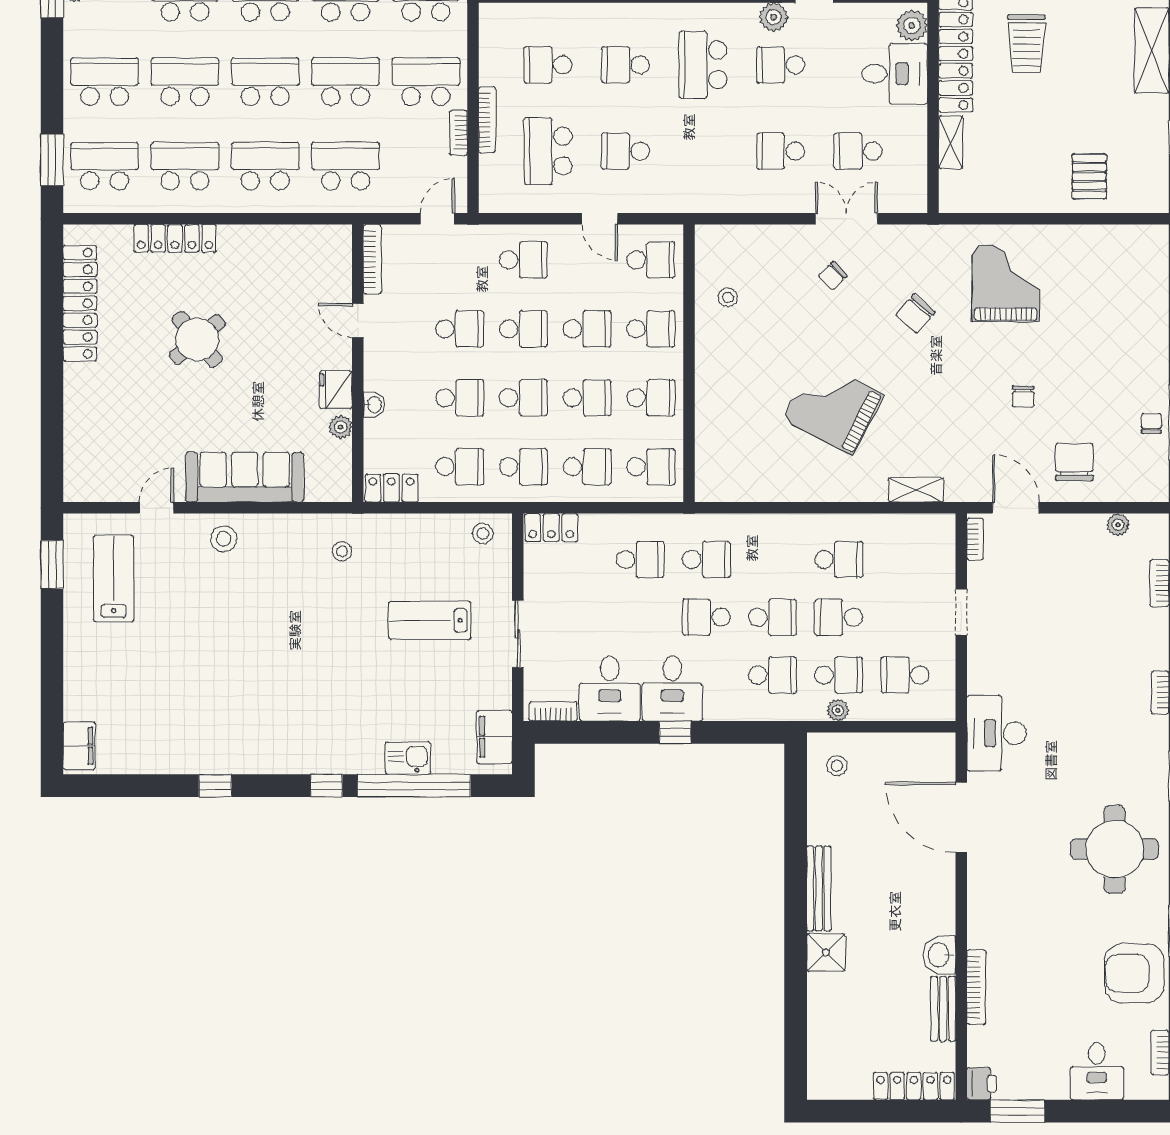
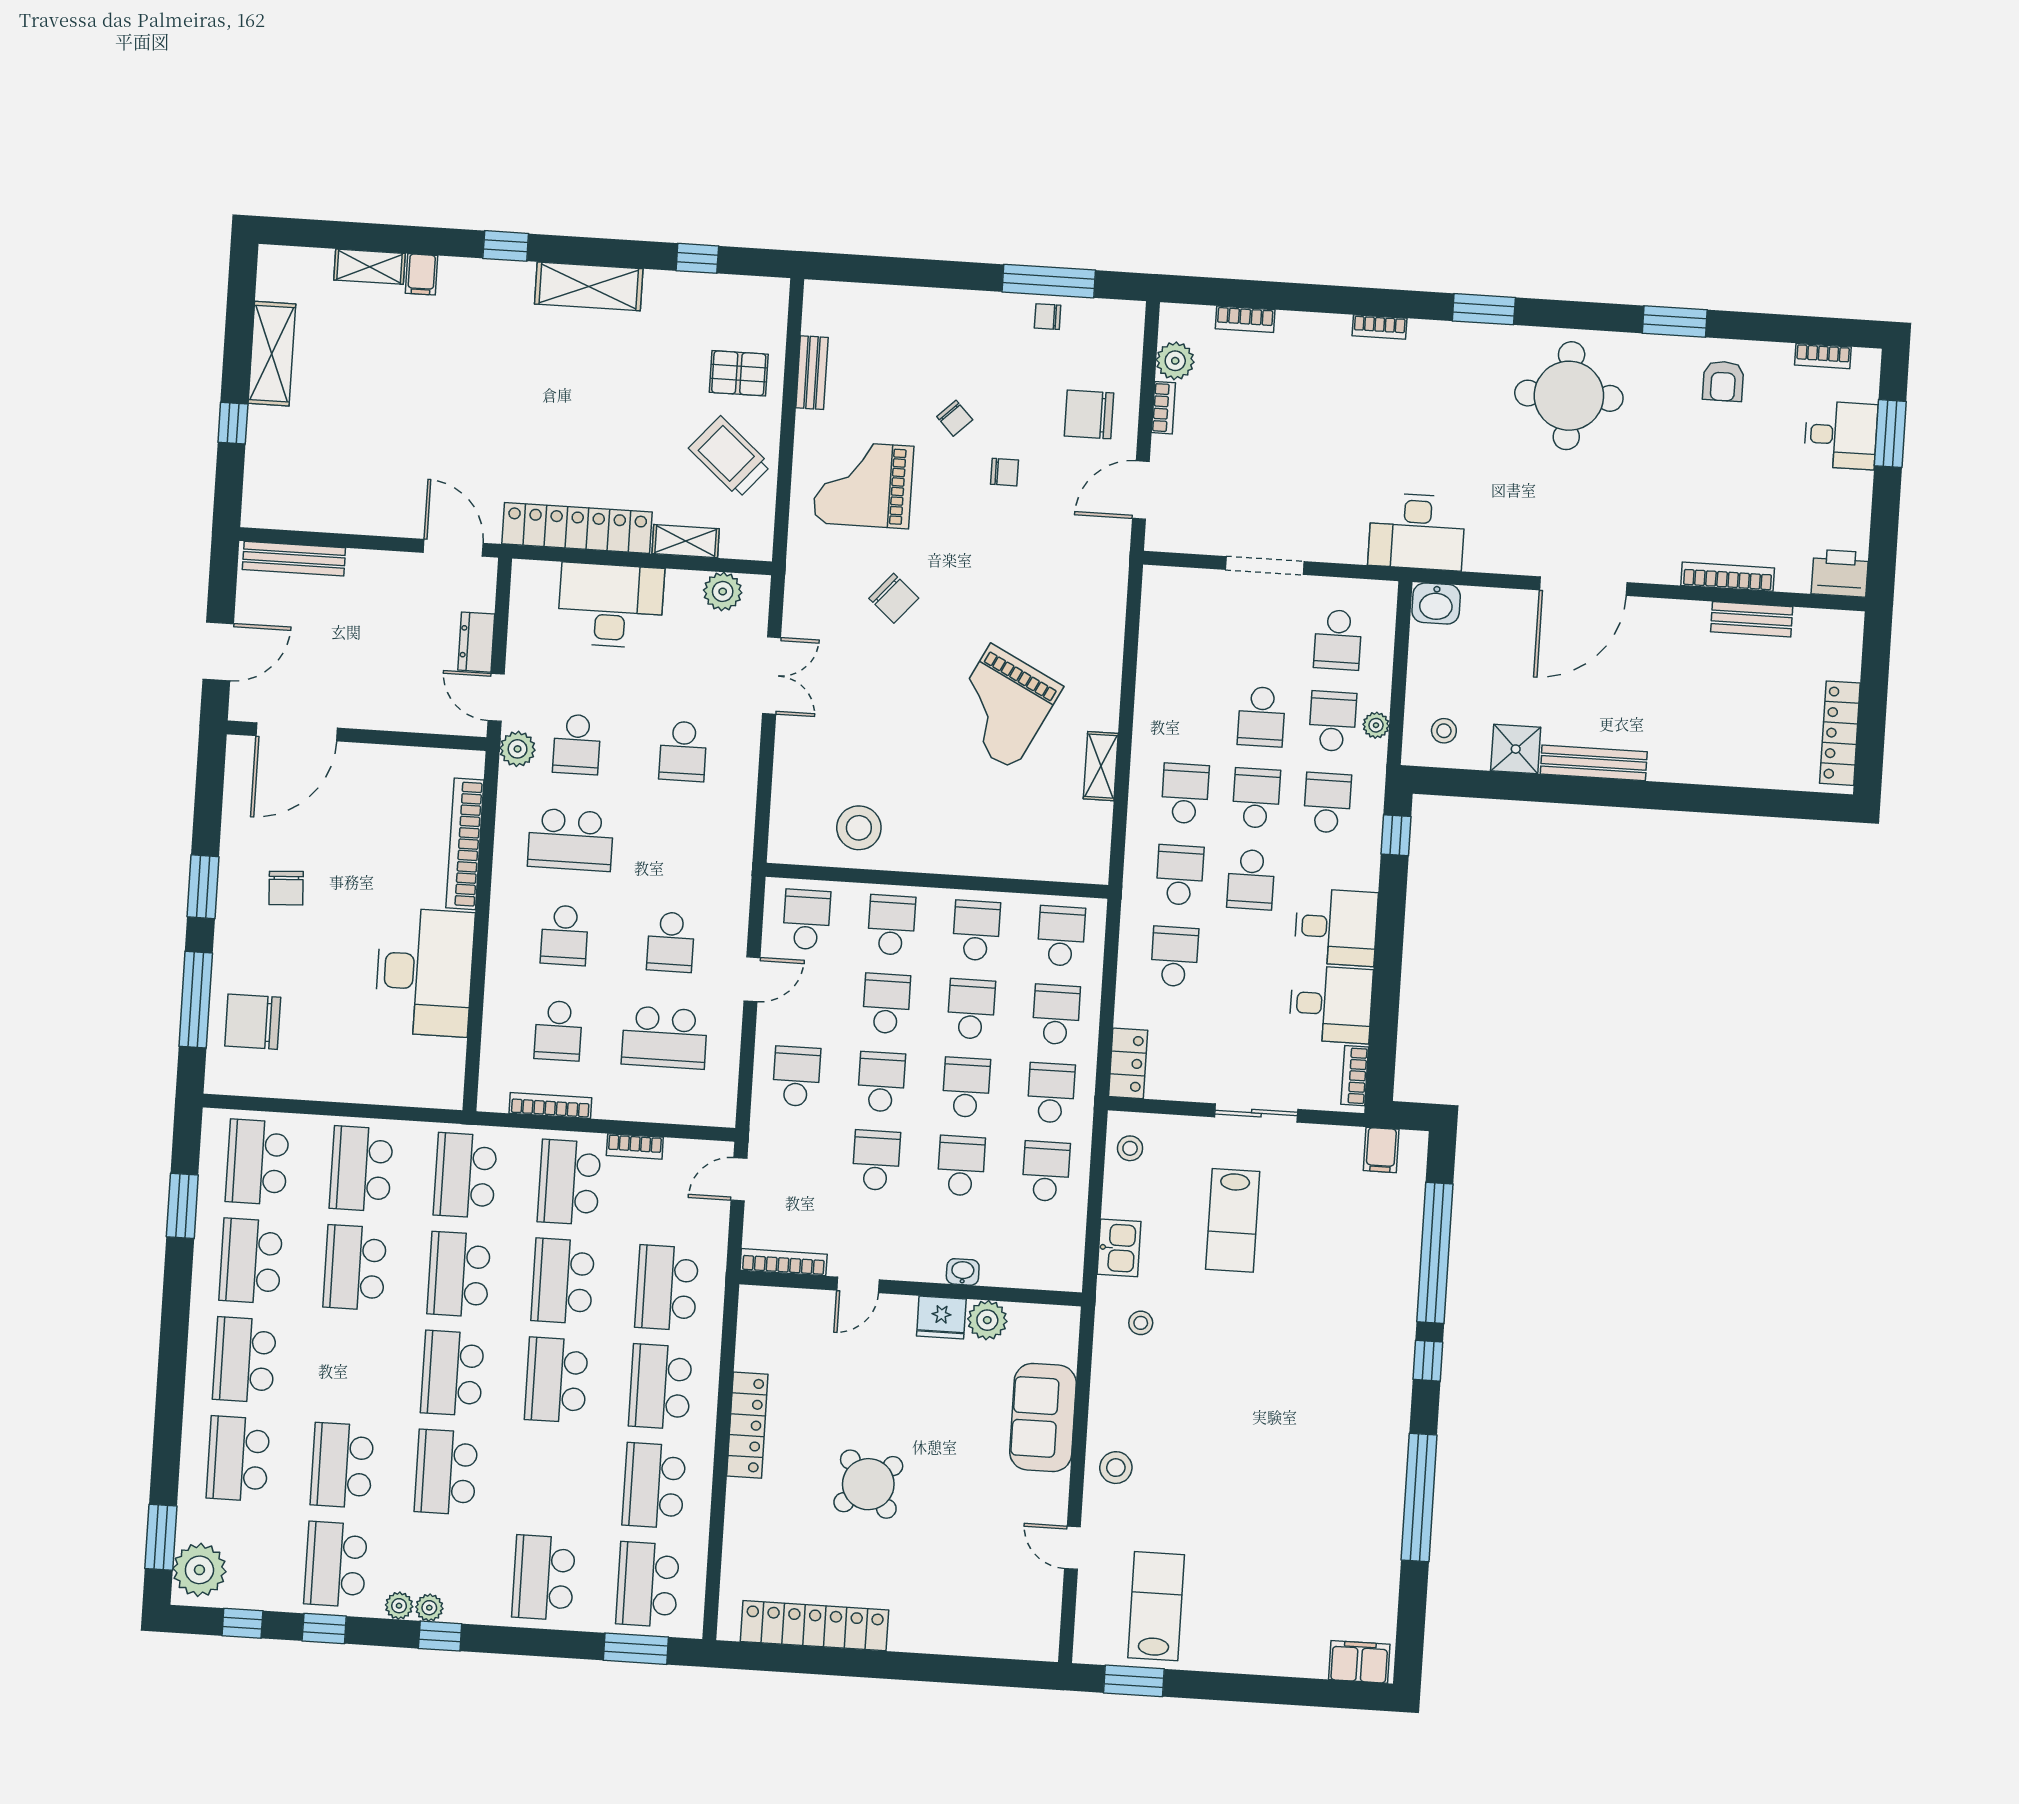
plant: (912, 25) -> (723, 591), moved
trolley: (1027, 44) -> (730, 457), moved, turned -139
desk: (895, 74) -> (611, 605), width x1.37
school desk: (185, 82) -> (550, 1479), removed
bookcase: (487, 120) -> (550, 1105), moved
school desk: (858, 151) -> (689, 656), removed
door: (437, 219) -> (739, 1179), hinge flipped
double door: (846, 219) -> (772, 675), swing flipped
bench: (1094, 236) -> (812, 373), added
locker: (175, 238) -> (747, 1425), moved
chair: (833, 276) -> (955, 418), moved
stool: (728, 297) -> (859, 828), width x1.89, depth x1.89
plant: (341, 427) -> (987, 1320), width x1.38, depth x1.38
sofa: (245, 477) -> (1043, 1417), width x0.73
locker: (391, 488) -> (1067, 1257), removed
shelving: (916, 490) -> (1101, 766), moved
plant: (1118, 525) -> (1175, 361), width x1.38, depth x1.38
bookcase: (975, 539) -> (1163, 408), moved, turned 90
school desk: (839, 559) -> (1185, 794), moved
lab bench: (114, 579) -> (1156, 1606), turned 90
doorway: (961, 612) -> (1265, 566), width x1.38
window: (675, 732) -> (1396, 835), moved
filing cabinet: (494, 737) -> (1381, 1150), width x0.50
kitchen sink: (408, 758) -> (1119, 1248), moved, turned 180
window: (215, 786) -> (1419, 1498), width x3.17
door: (961, 818) -> (1583, 586), moved
shower: (826, 952) -> (1516, 749), moved
washbasin: (939, 955) -> (1436, 604), moved
armchair: (1134, 973) -> (1723, 381), width x0.53, depth x0.53
printer: (982, 1084) -> (1840, 573), width x1.36, depth x1.24
locker: (914, 1086) -> (1840, 733), moved
window: (1017, 1111) -> (1890, 434), moved

